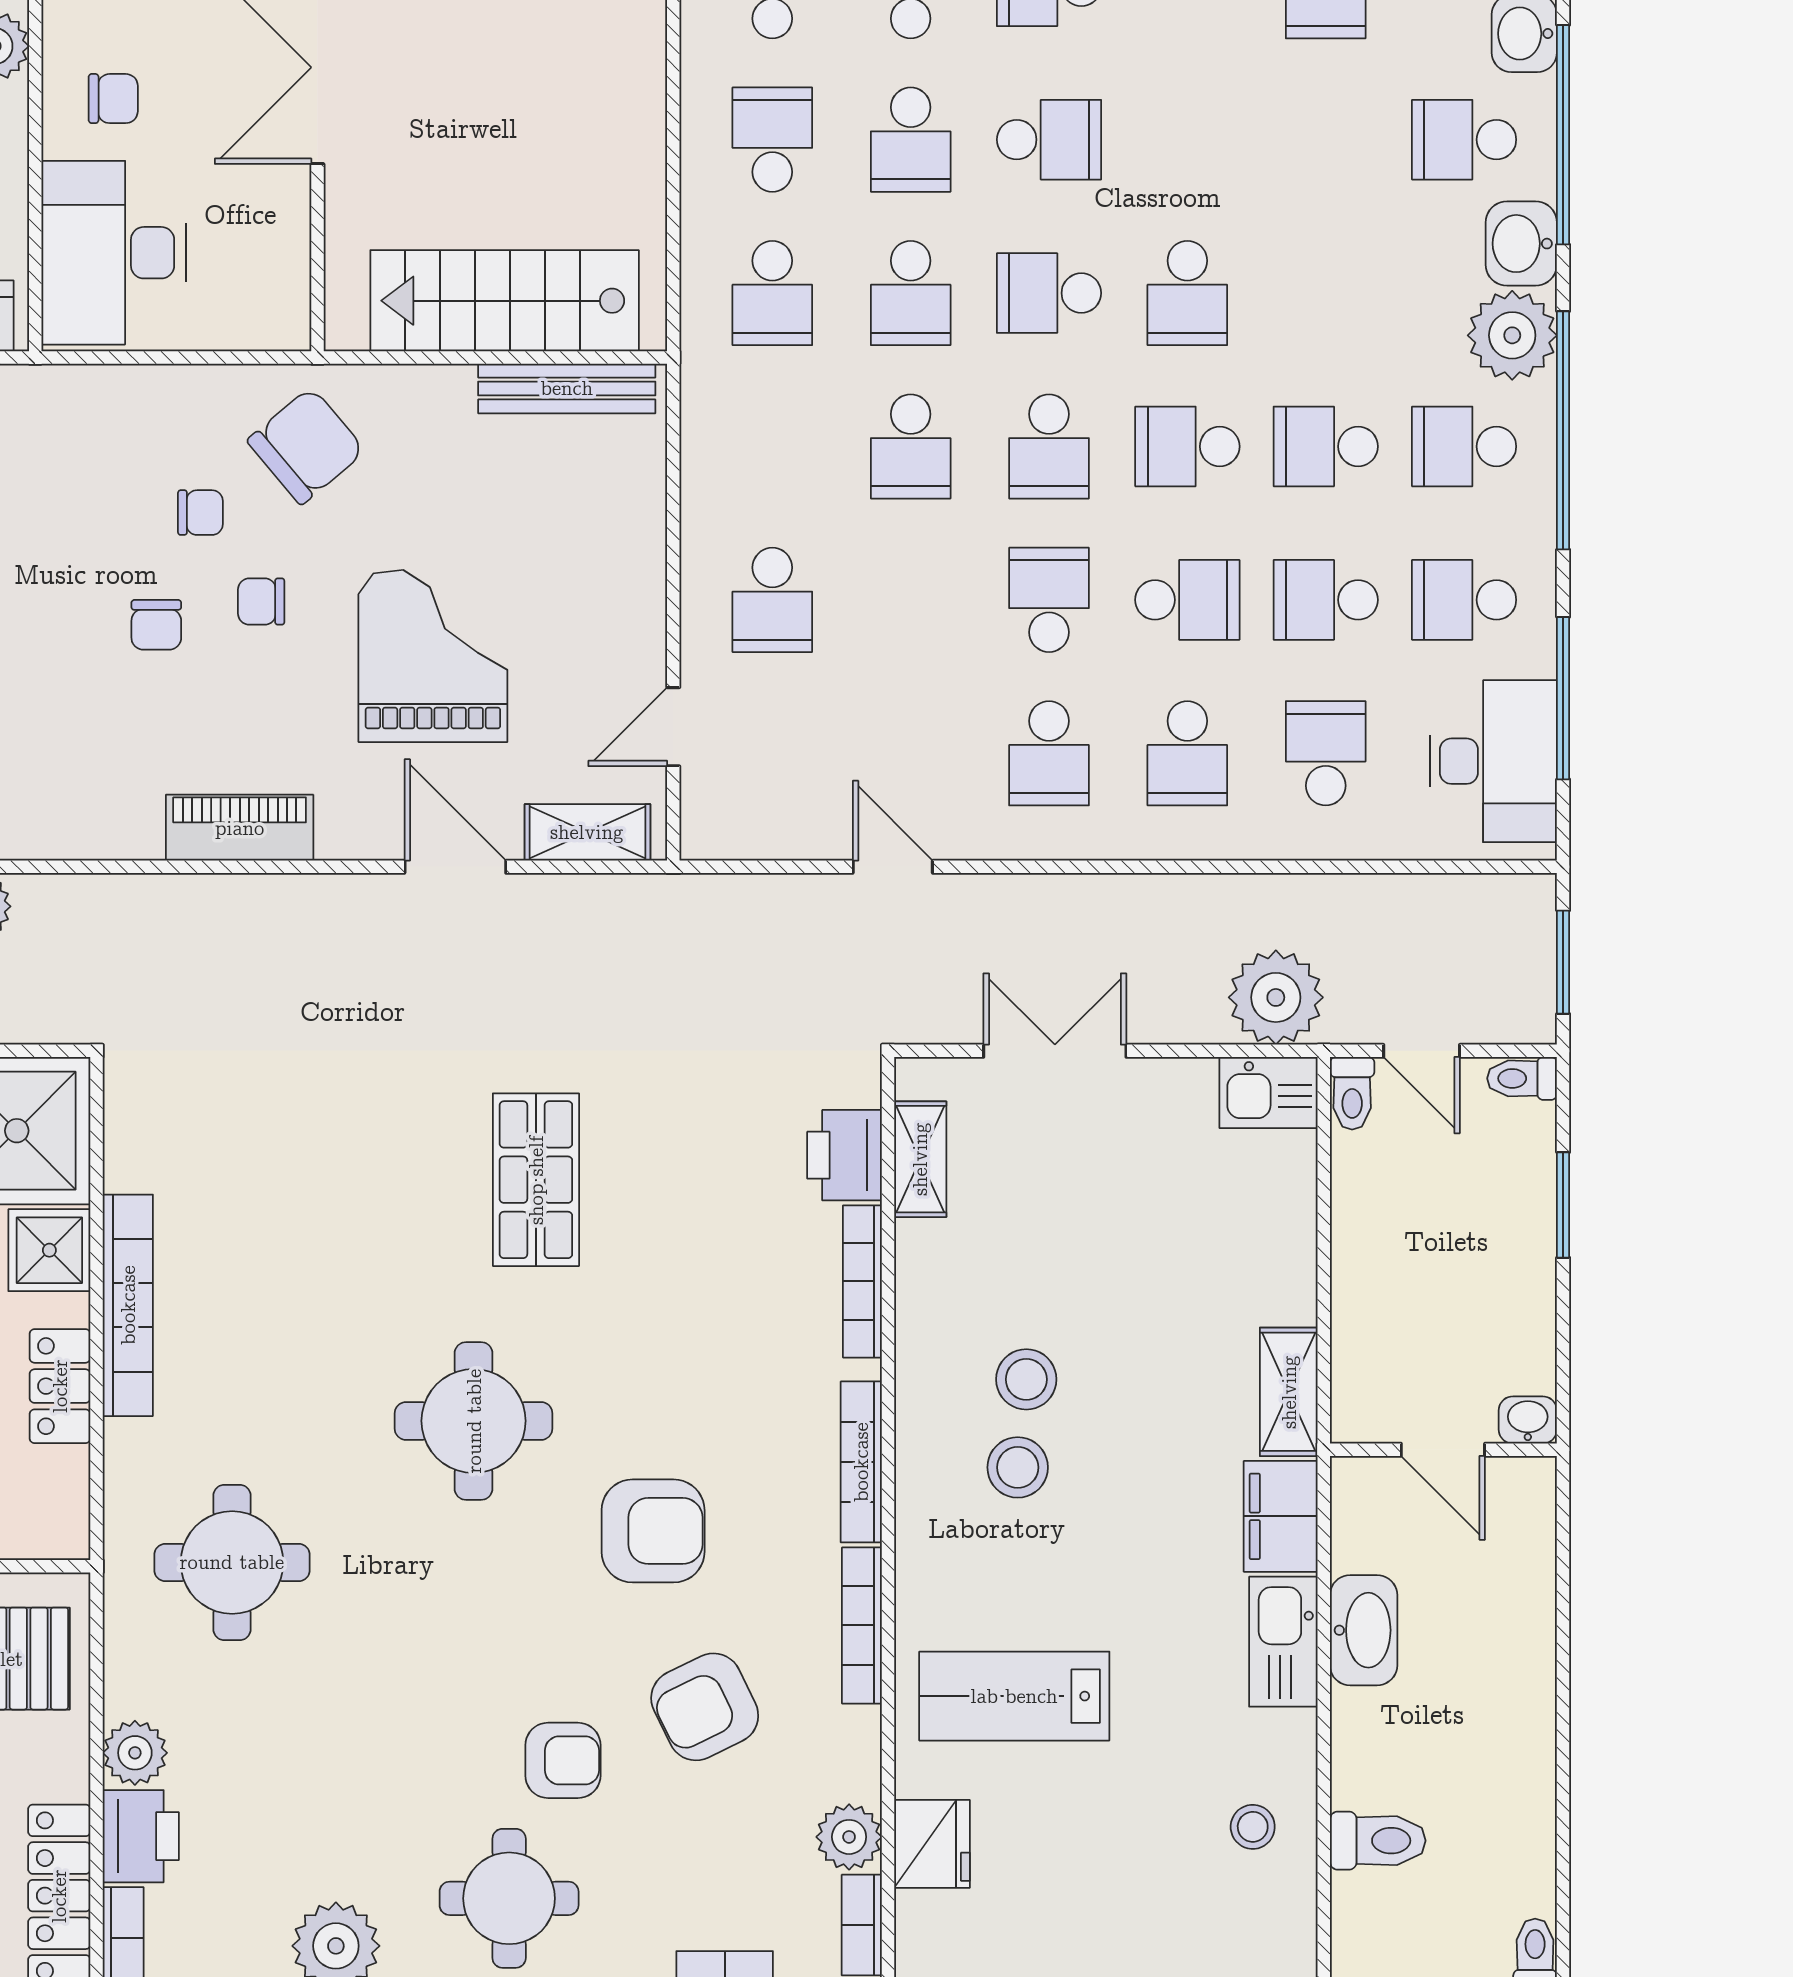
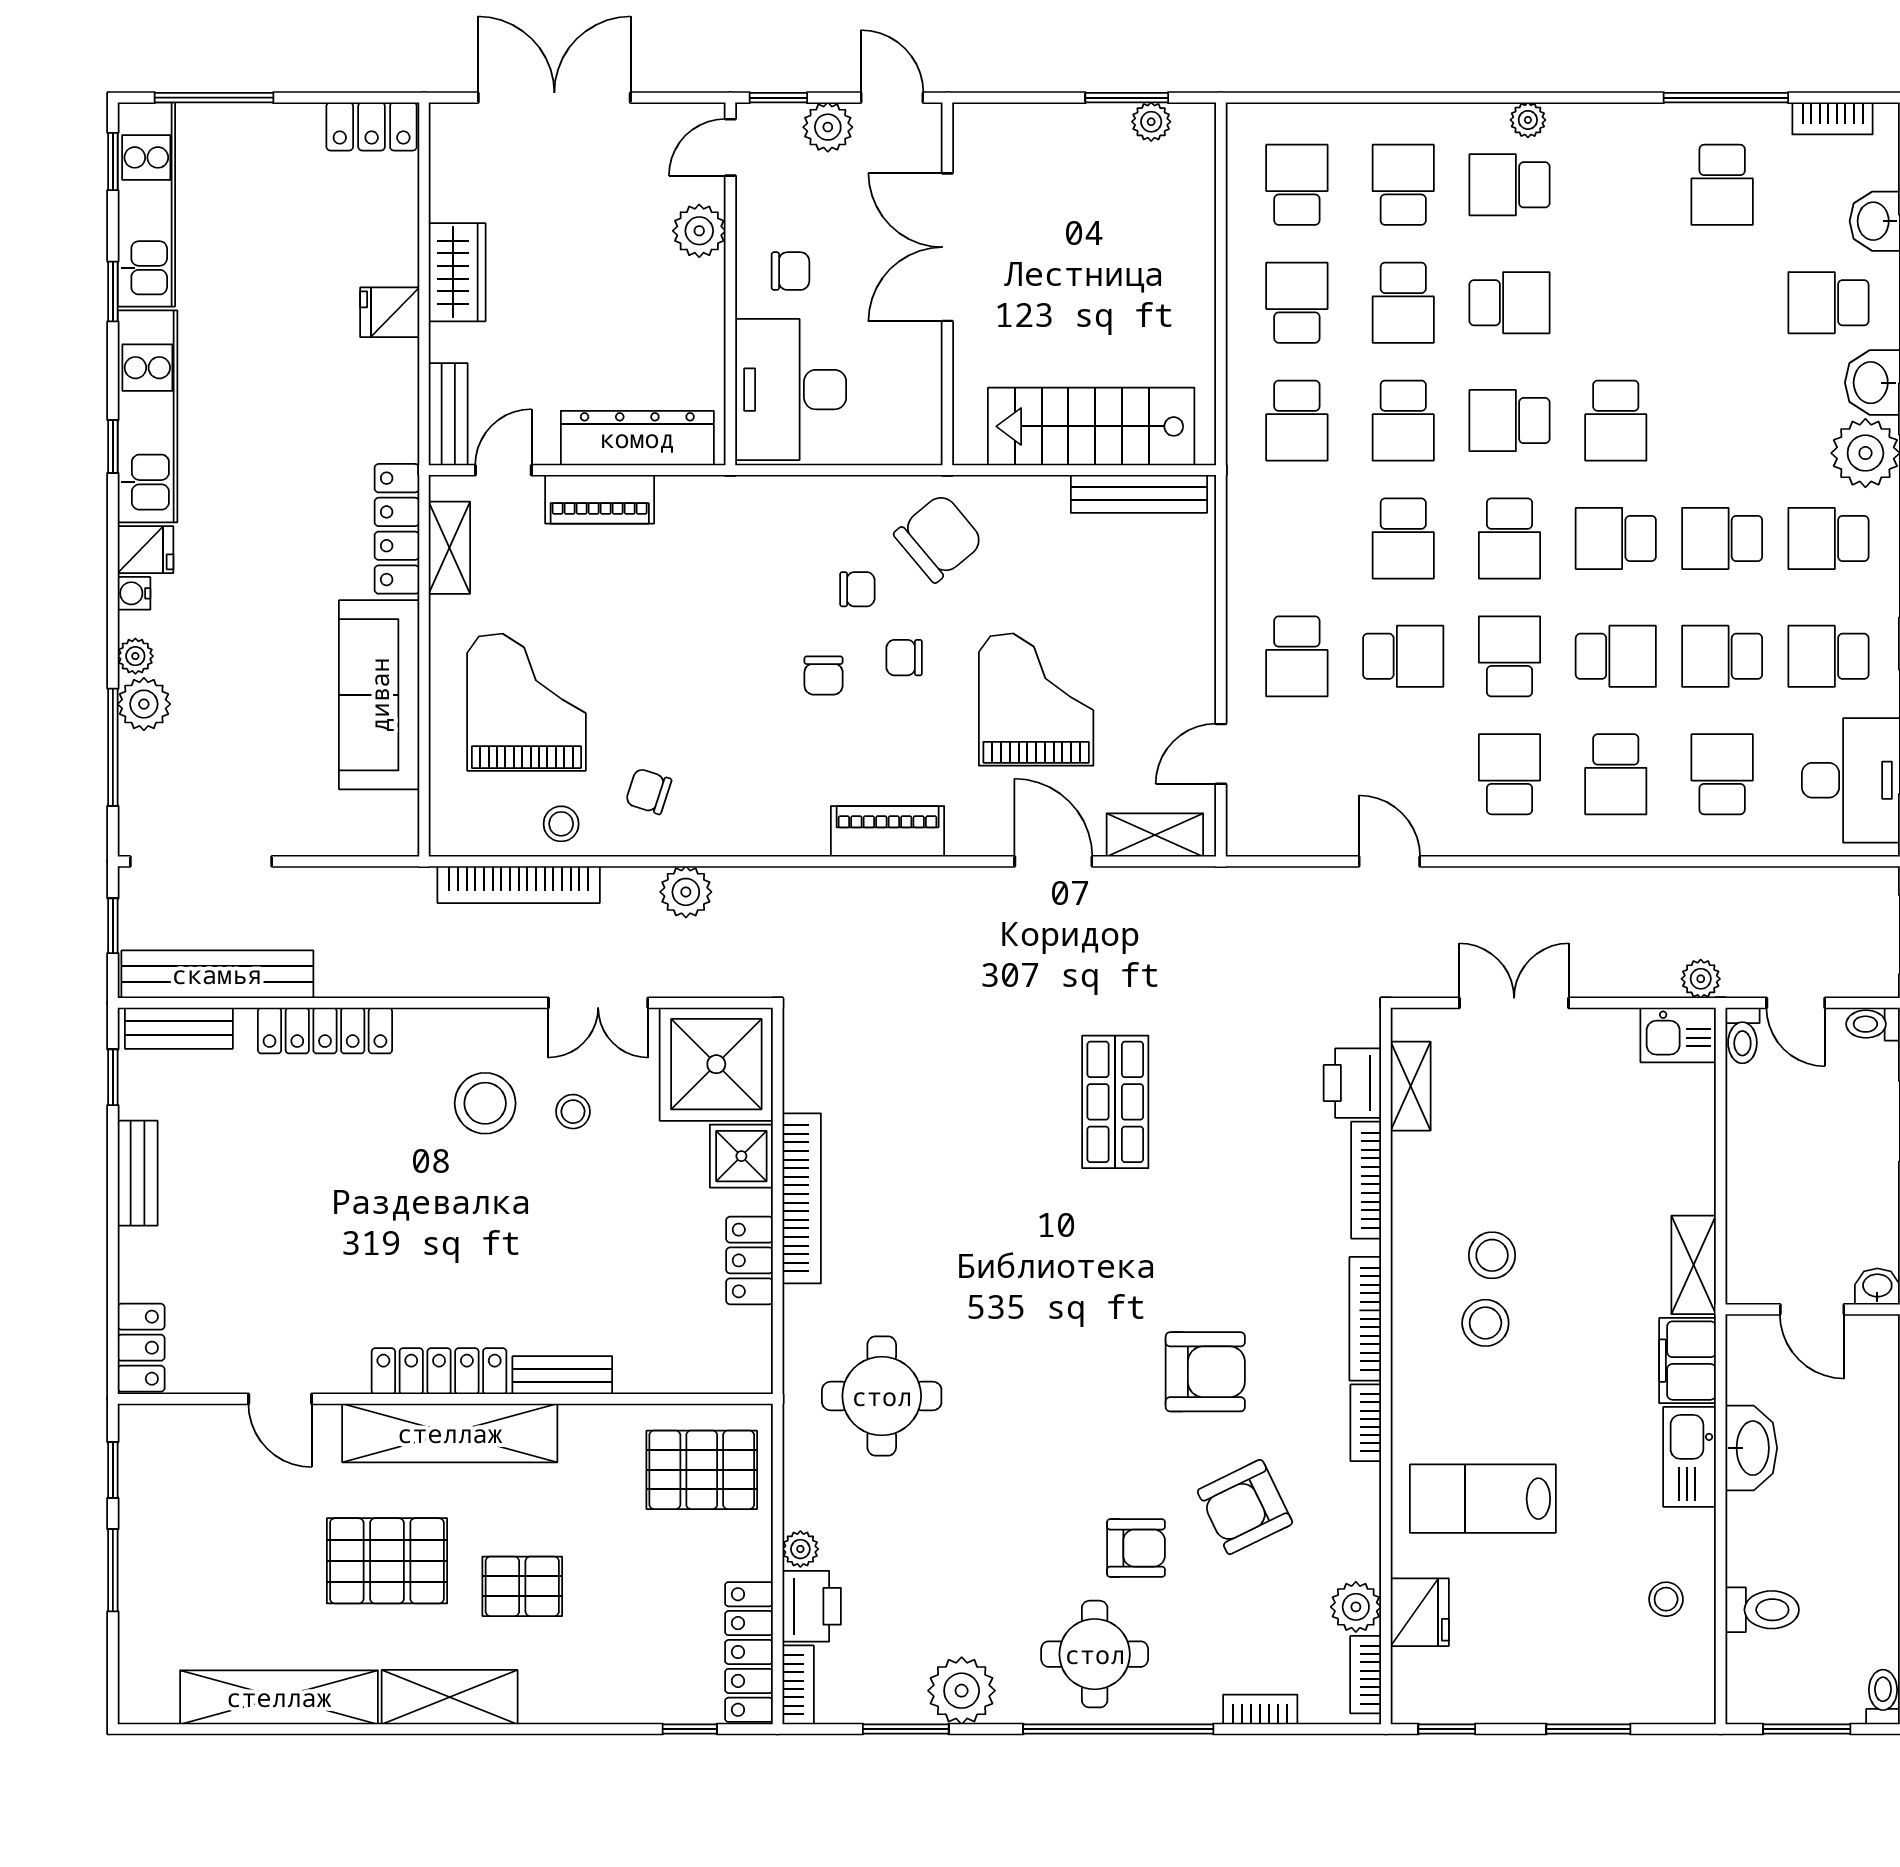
school desk: (911, 600) -> (1403, 656), added
school desk: (1049, 753) -> (1509, 774), turned 180
plant: (1276, 997) -> (1701, 979), width x0.53, depth x0.53
round table: (474, 1421) -> (1067, 1287), removed
bookcase: (862, 1625) -> (1366, 1423), width x0.64
plant: (135, 1753) -> (800, 1549), width x0.73, depth x0.73

